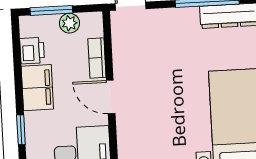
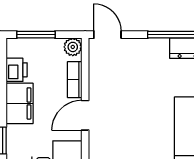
plant: (69, 23) -> (73, 47), moved
door: (111, 97) -> (85, 115), hinge flipped

